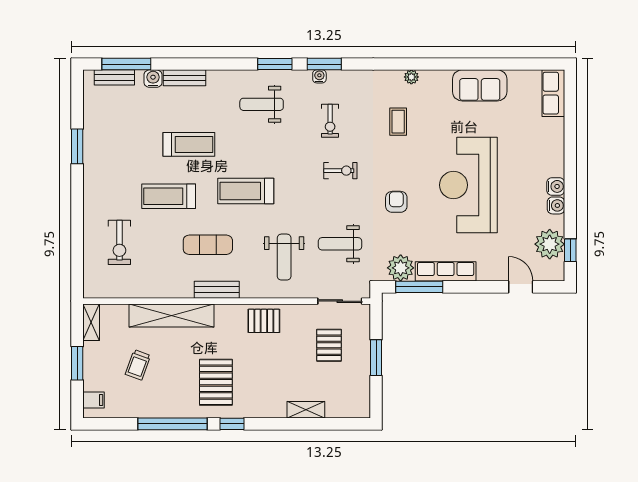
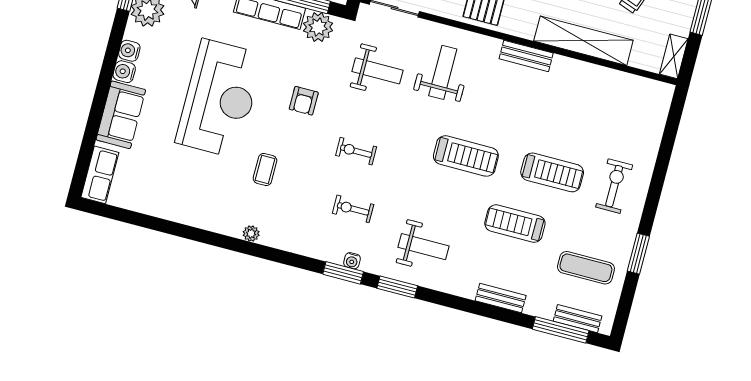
water cooler: (153, 79) -> (535, 306), removed
sofa: (480, 85) -> (121, 115), moved, turned 90
exercise bike: (330, 121) -> (353, 209), turned -90
coffee table: (398, 122) -> (265, 169), moved
exercise bike: (119, 242) -> (614, 186), moved
exercise mat: (208, 245) -> (586, 268), moved

